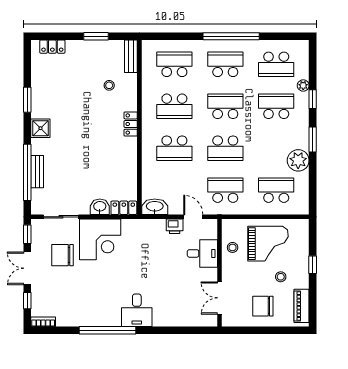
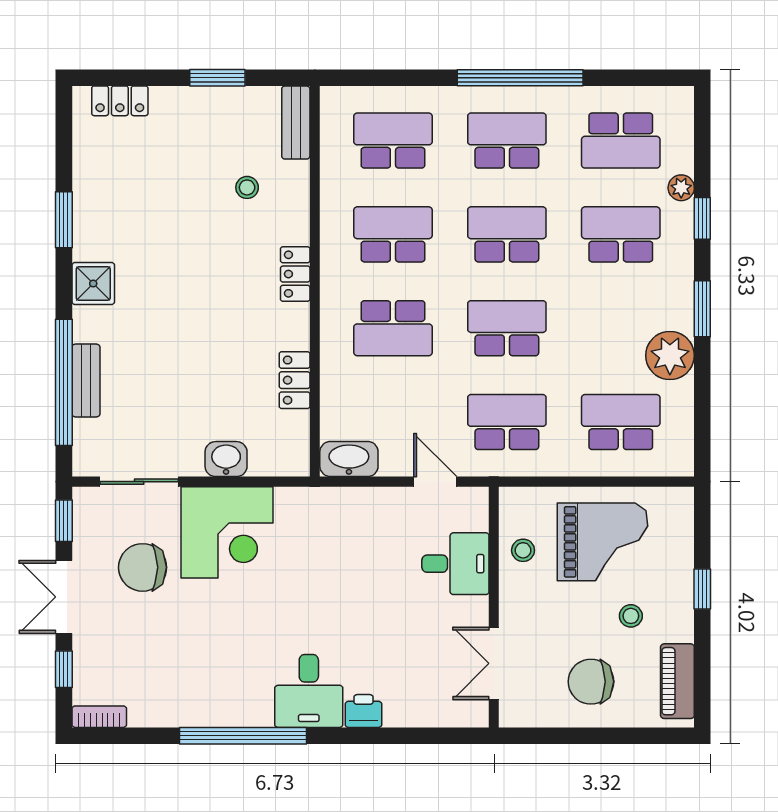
school desk: (174, 106) -> (393, 234), turned 180
school desk: (225, 148) -> (507, 328), turned 180
locker: (124, 208) -> (295, 380), moved, turned -90
printer: (175, 226) -> (363, 711), moved, turned 180

